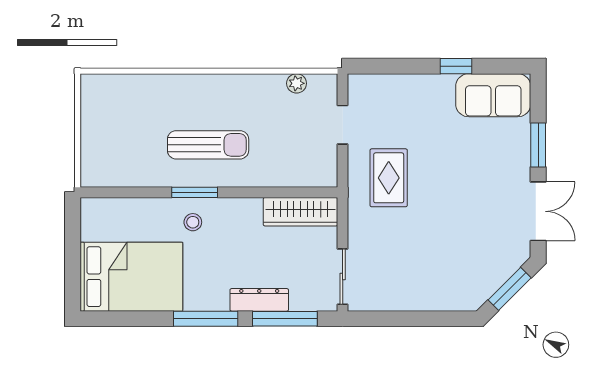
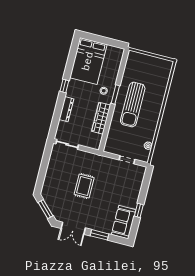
sun lounger: (208, 145) -> (133, 105), width x1.36, depth x1.34
rug: (389, 178) -> (84, 186), moved, turned 90
wardrobe: (300, 212) -> (101, 118), moved
window: (206, 319) -> (64, 86), width x0.46
window: (285, 319) -> (56, 117), removed

